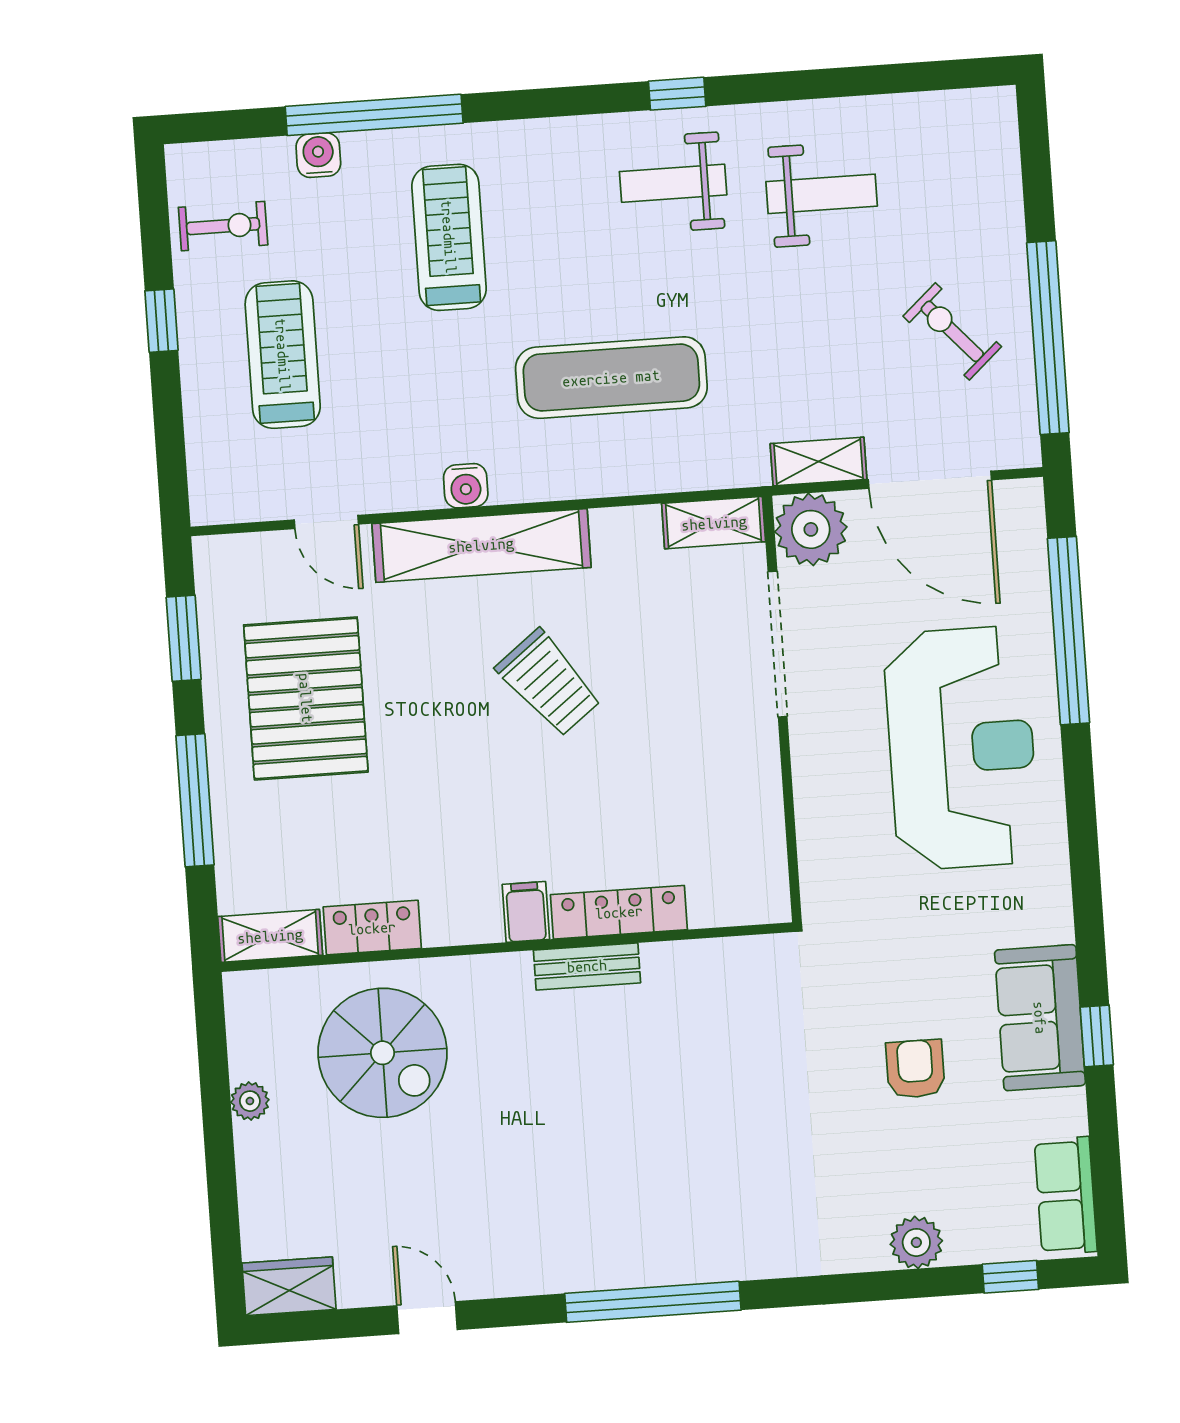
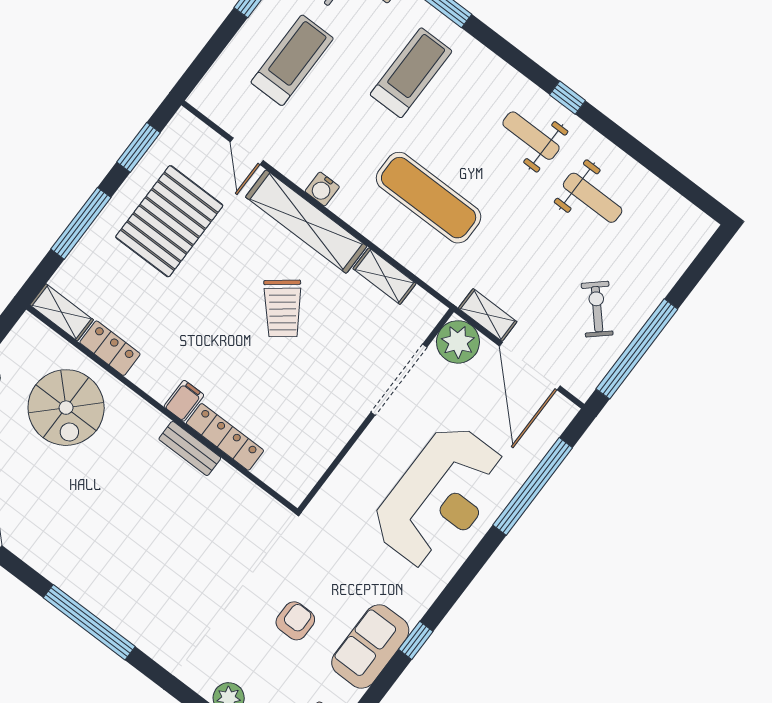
shelving: (714, 523) -> (384, 276), moved
window: (1097, 1036) -> (416, 640), moved

